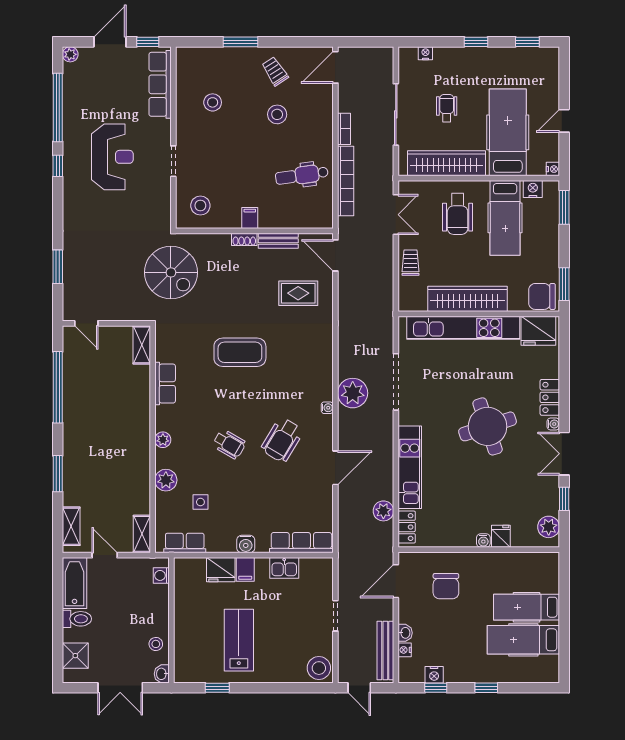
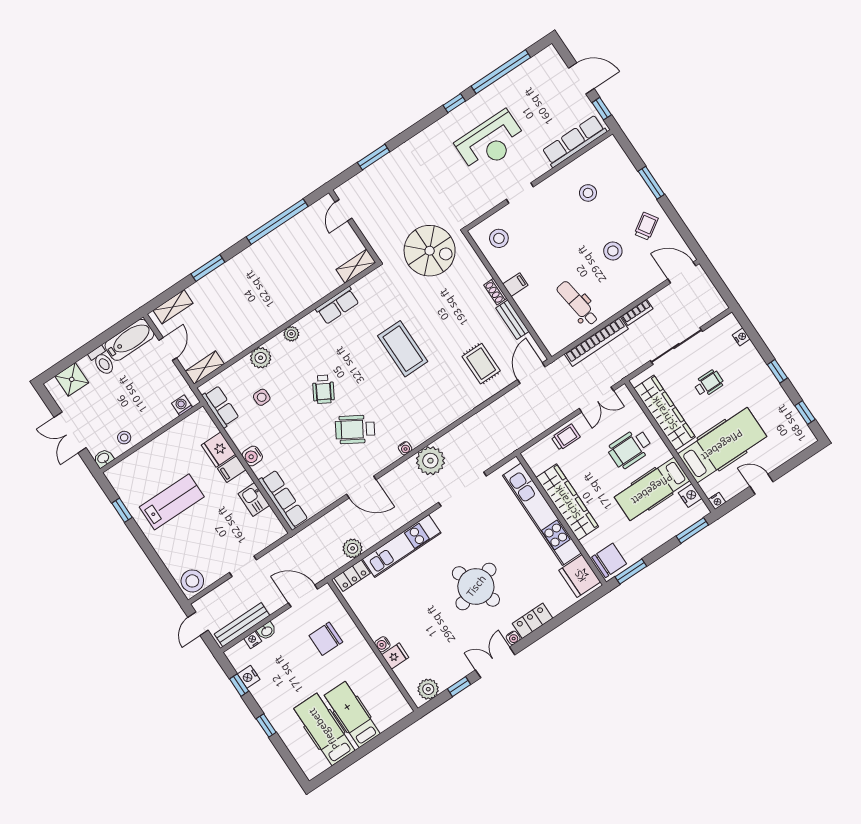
plant: (70, 54) -> (550, 53), removed
spiral stairs: (171, 272) -> (430, 251), turned -90
chair: (542, 296) -> (609, 560), turned 90

